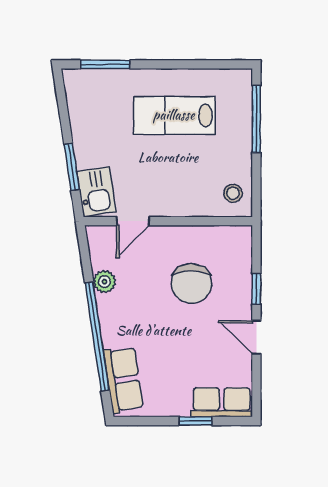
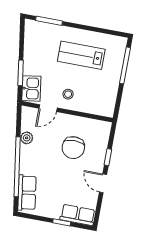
stool: (233, 193) -> (68, 94), moved

